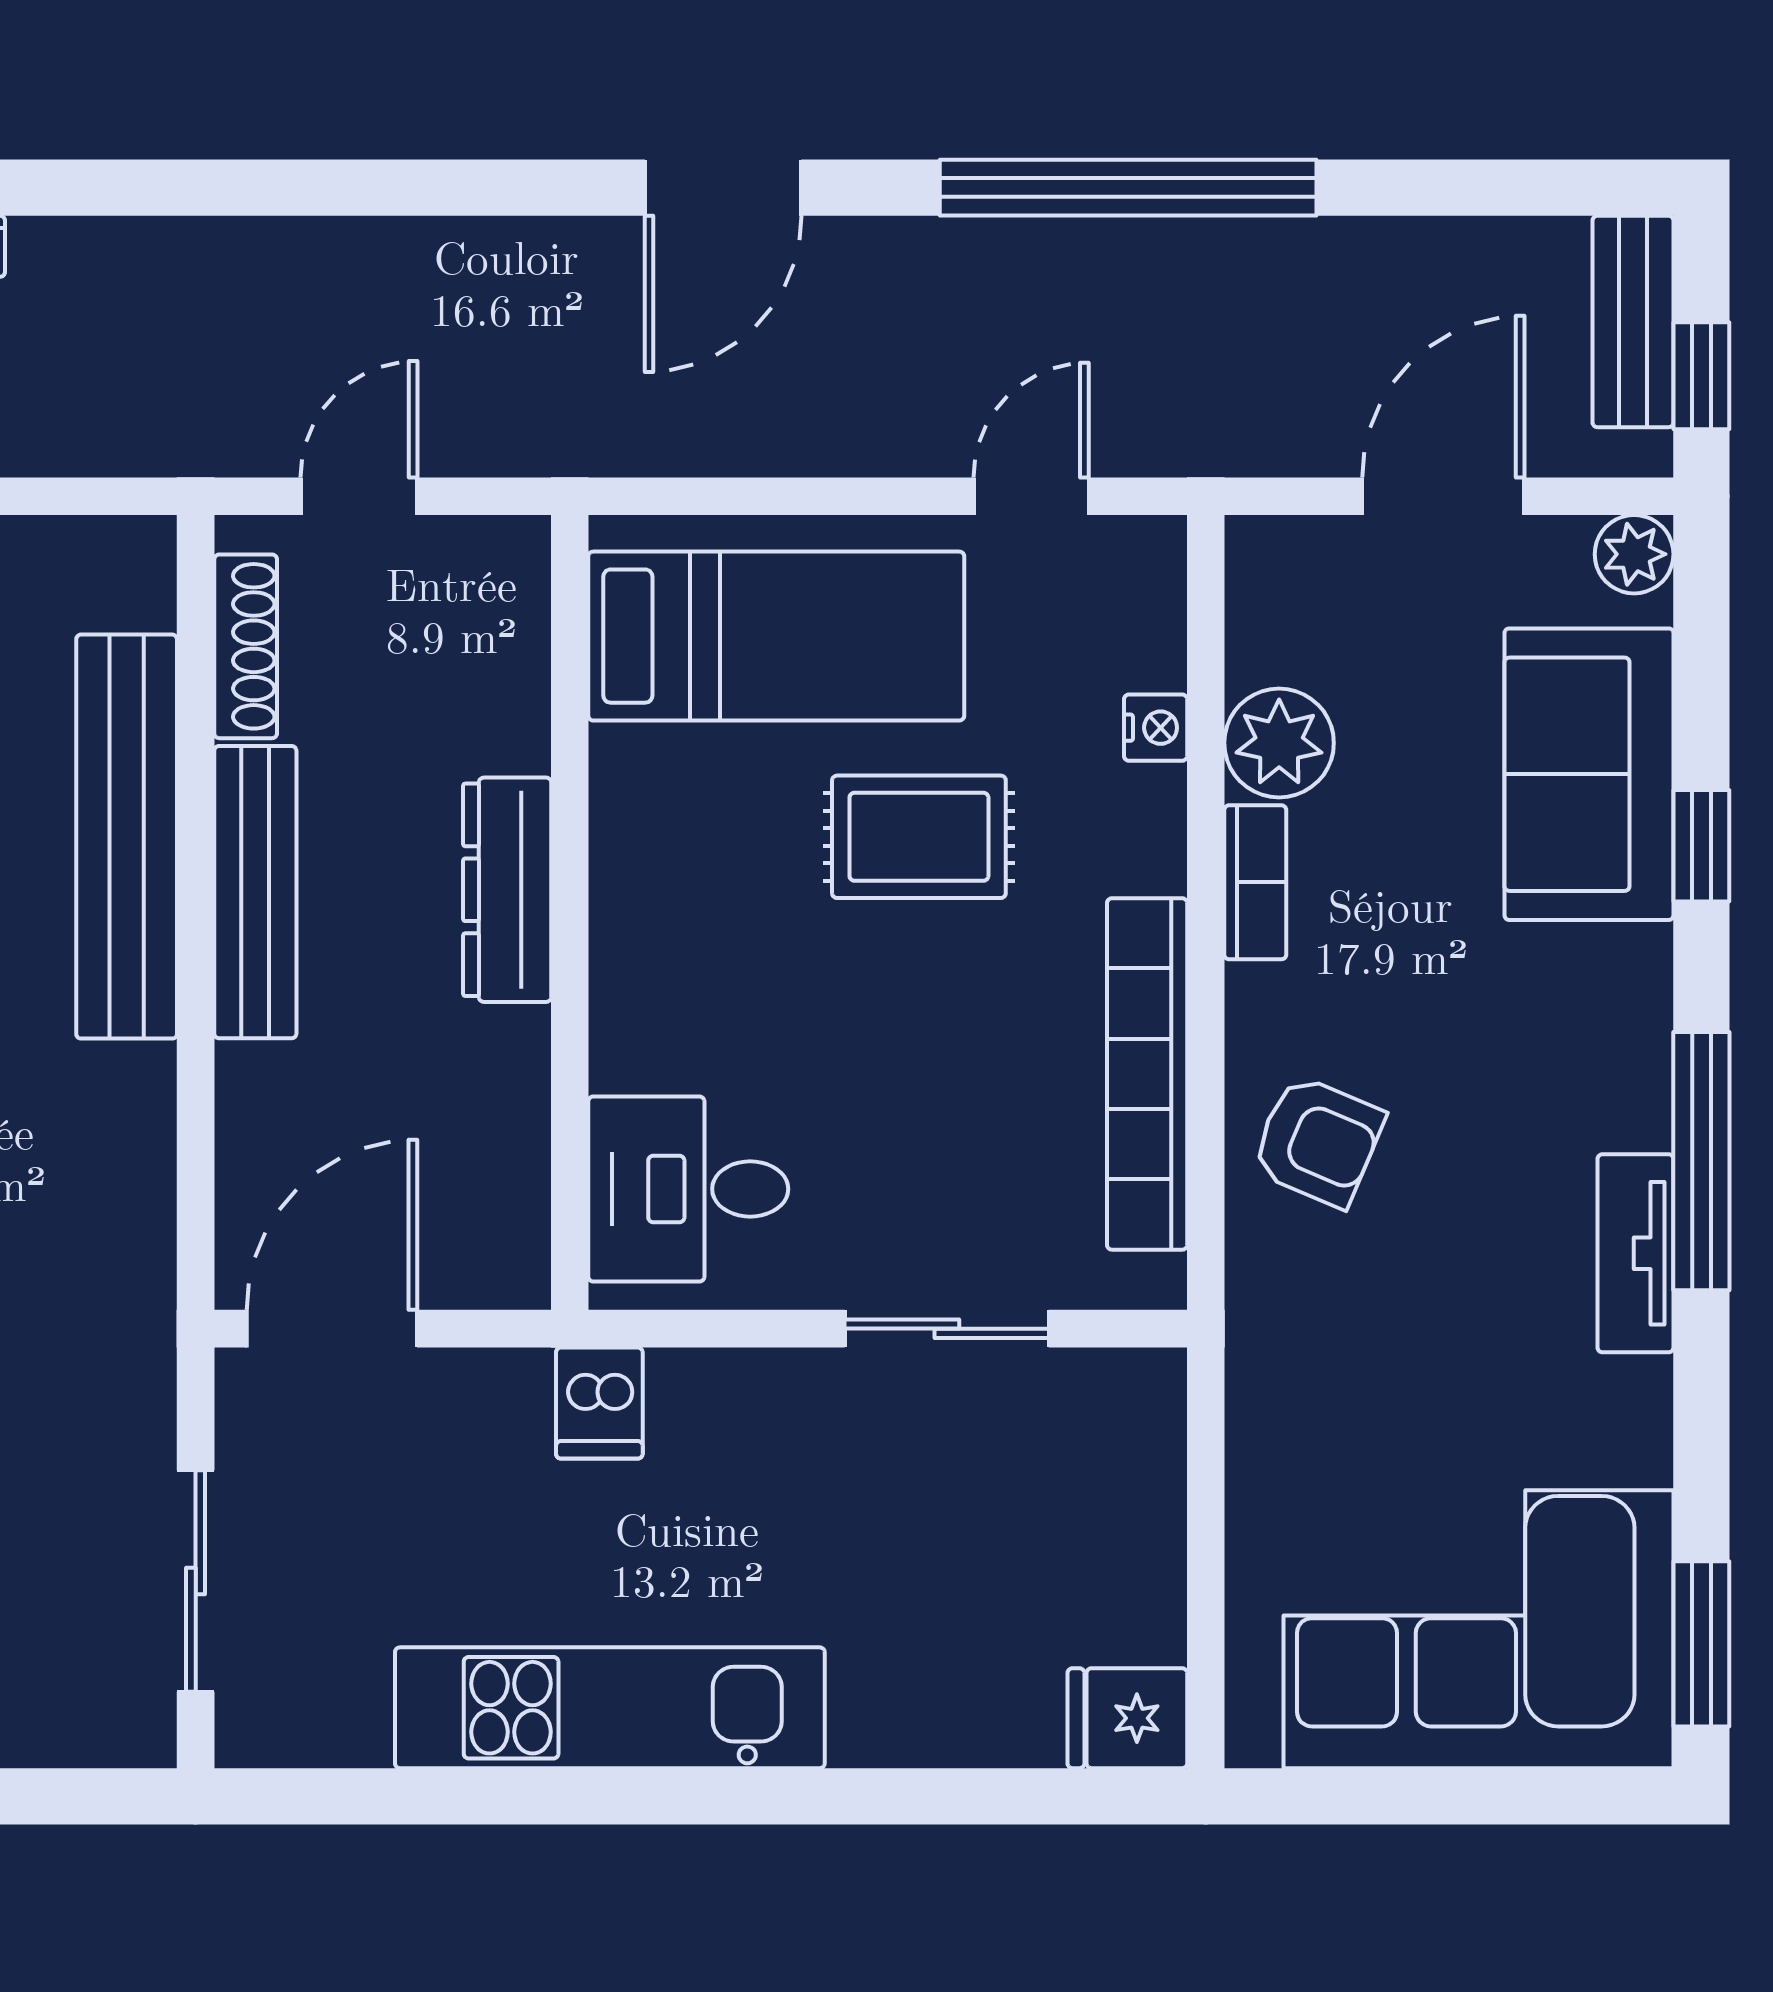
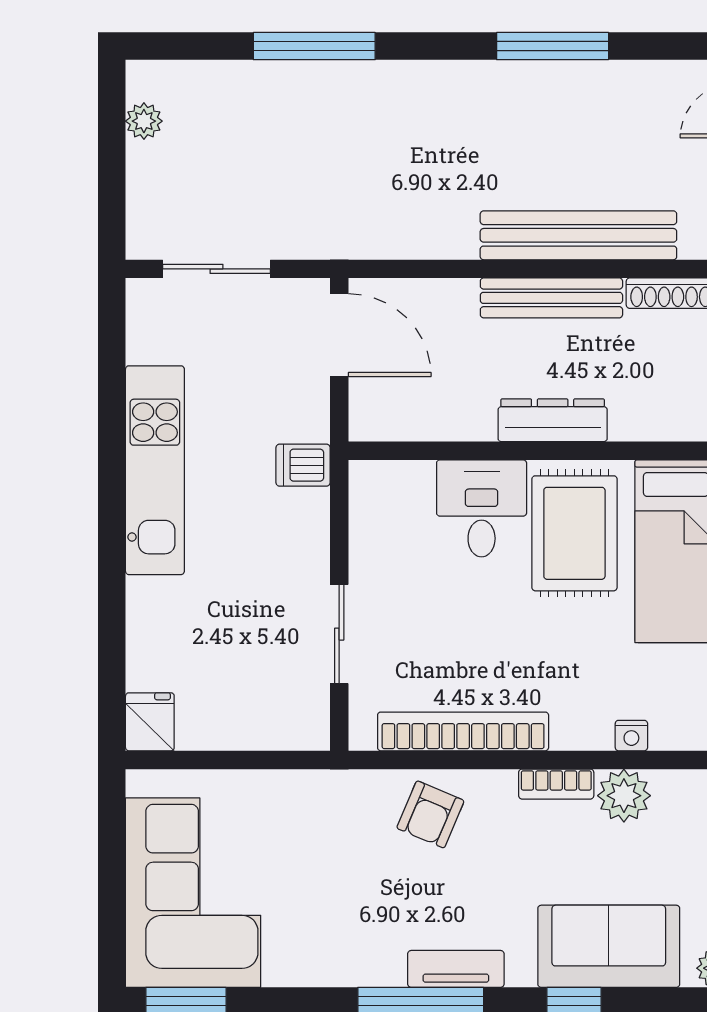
rug: (919, 837) -> (574, 533), moved, width x1.36, depth x1.43
desk: (688, 1189) -> (482, 508), moved
tv unit: (1636, 1253) -> (456, 969), moved

